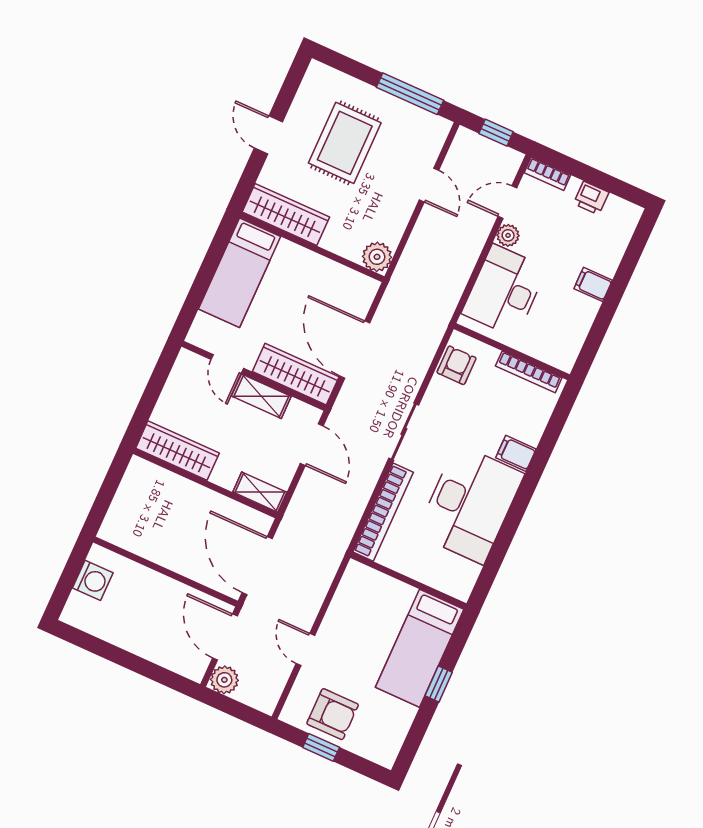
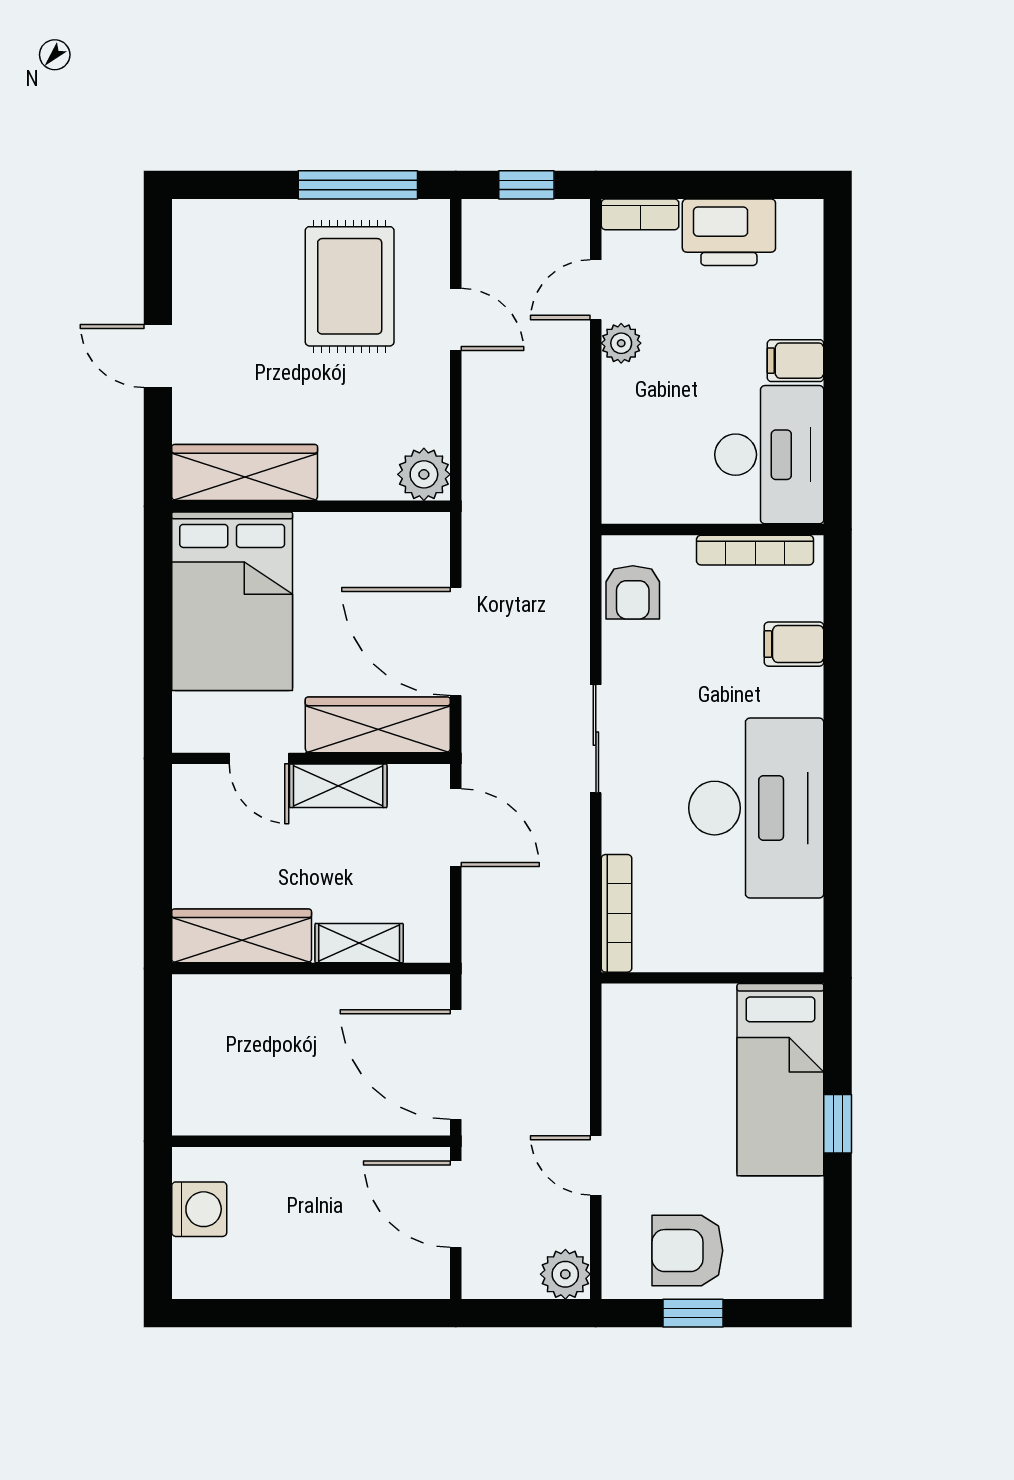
rug: (345, 143) -> (350, 286), moved
printer: (591, 198) -> (729, 232), width x1.87, depth x1.48
bed: (240, 273) -> (232, 601), width x1.50
desk: (504, 291) -> (769, 455), moved, turned 180
armchair: (457, 365) -> (633, 592), turned 180
filing cabinet: (516, 453) -> (794, 644), moved
shelving: (260, 492) -> (359, 943), moved
bookcase: (383, 512) -> (617, 913), width x0.68, depth x0.76
plant: (224, 680) -> (565, 1274), moved
armchair: (333, 714) -> (687, 1251), turned 180

